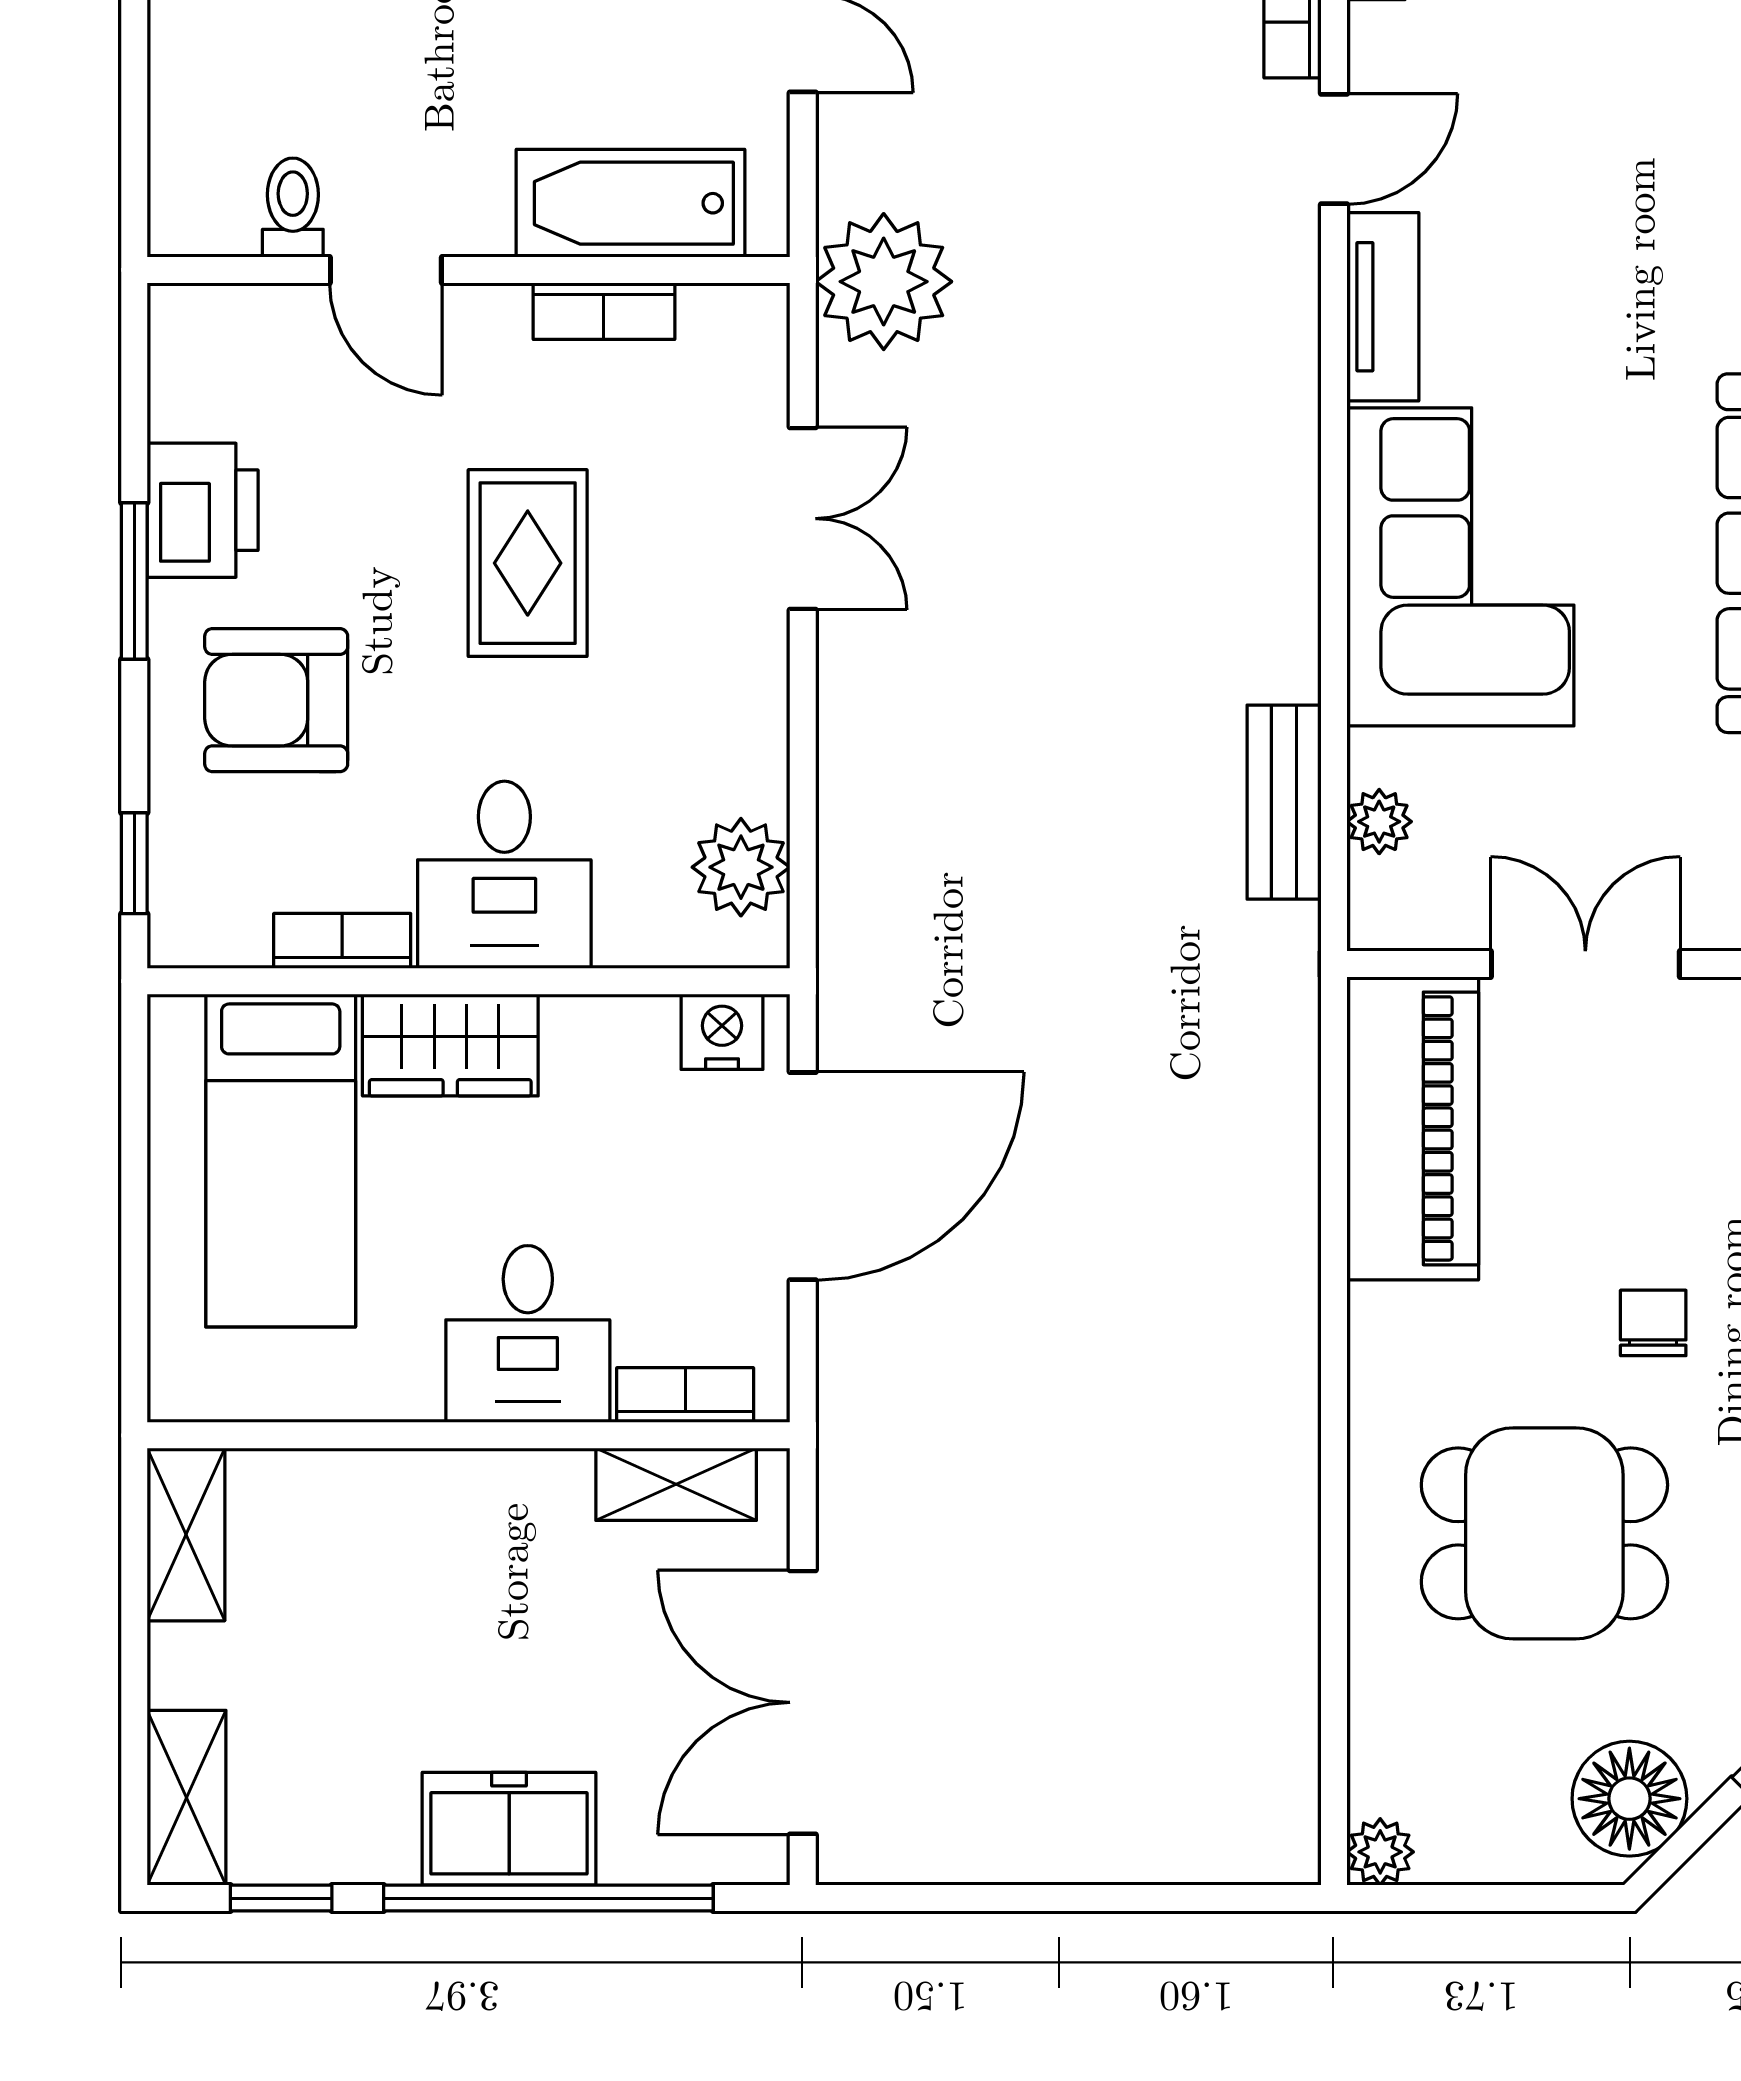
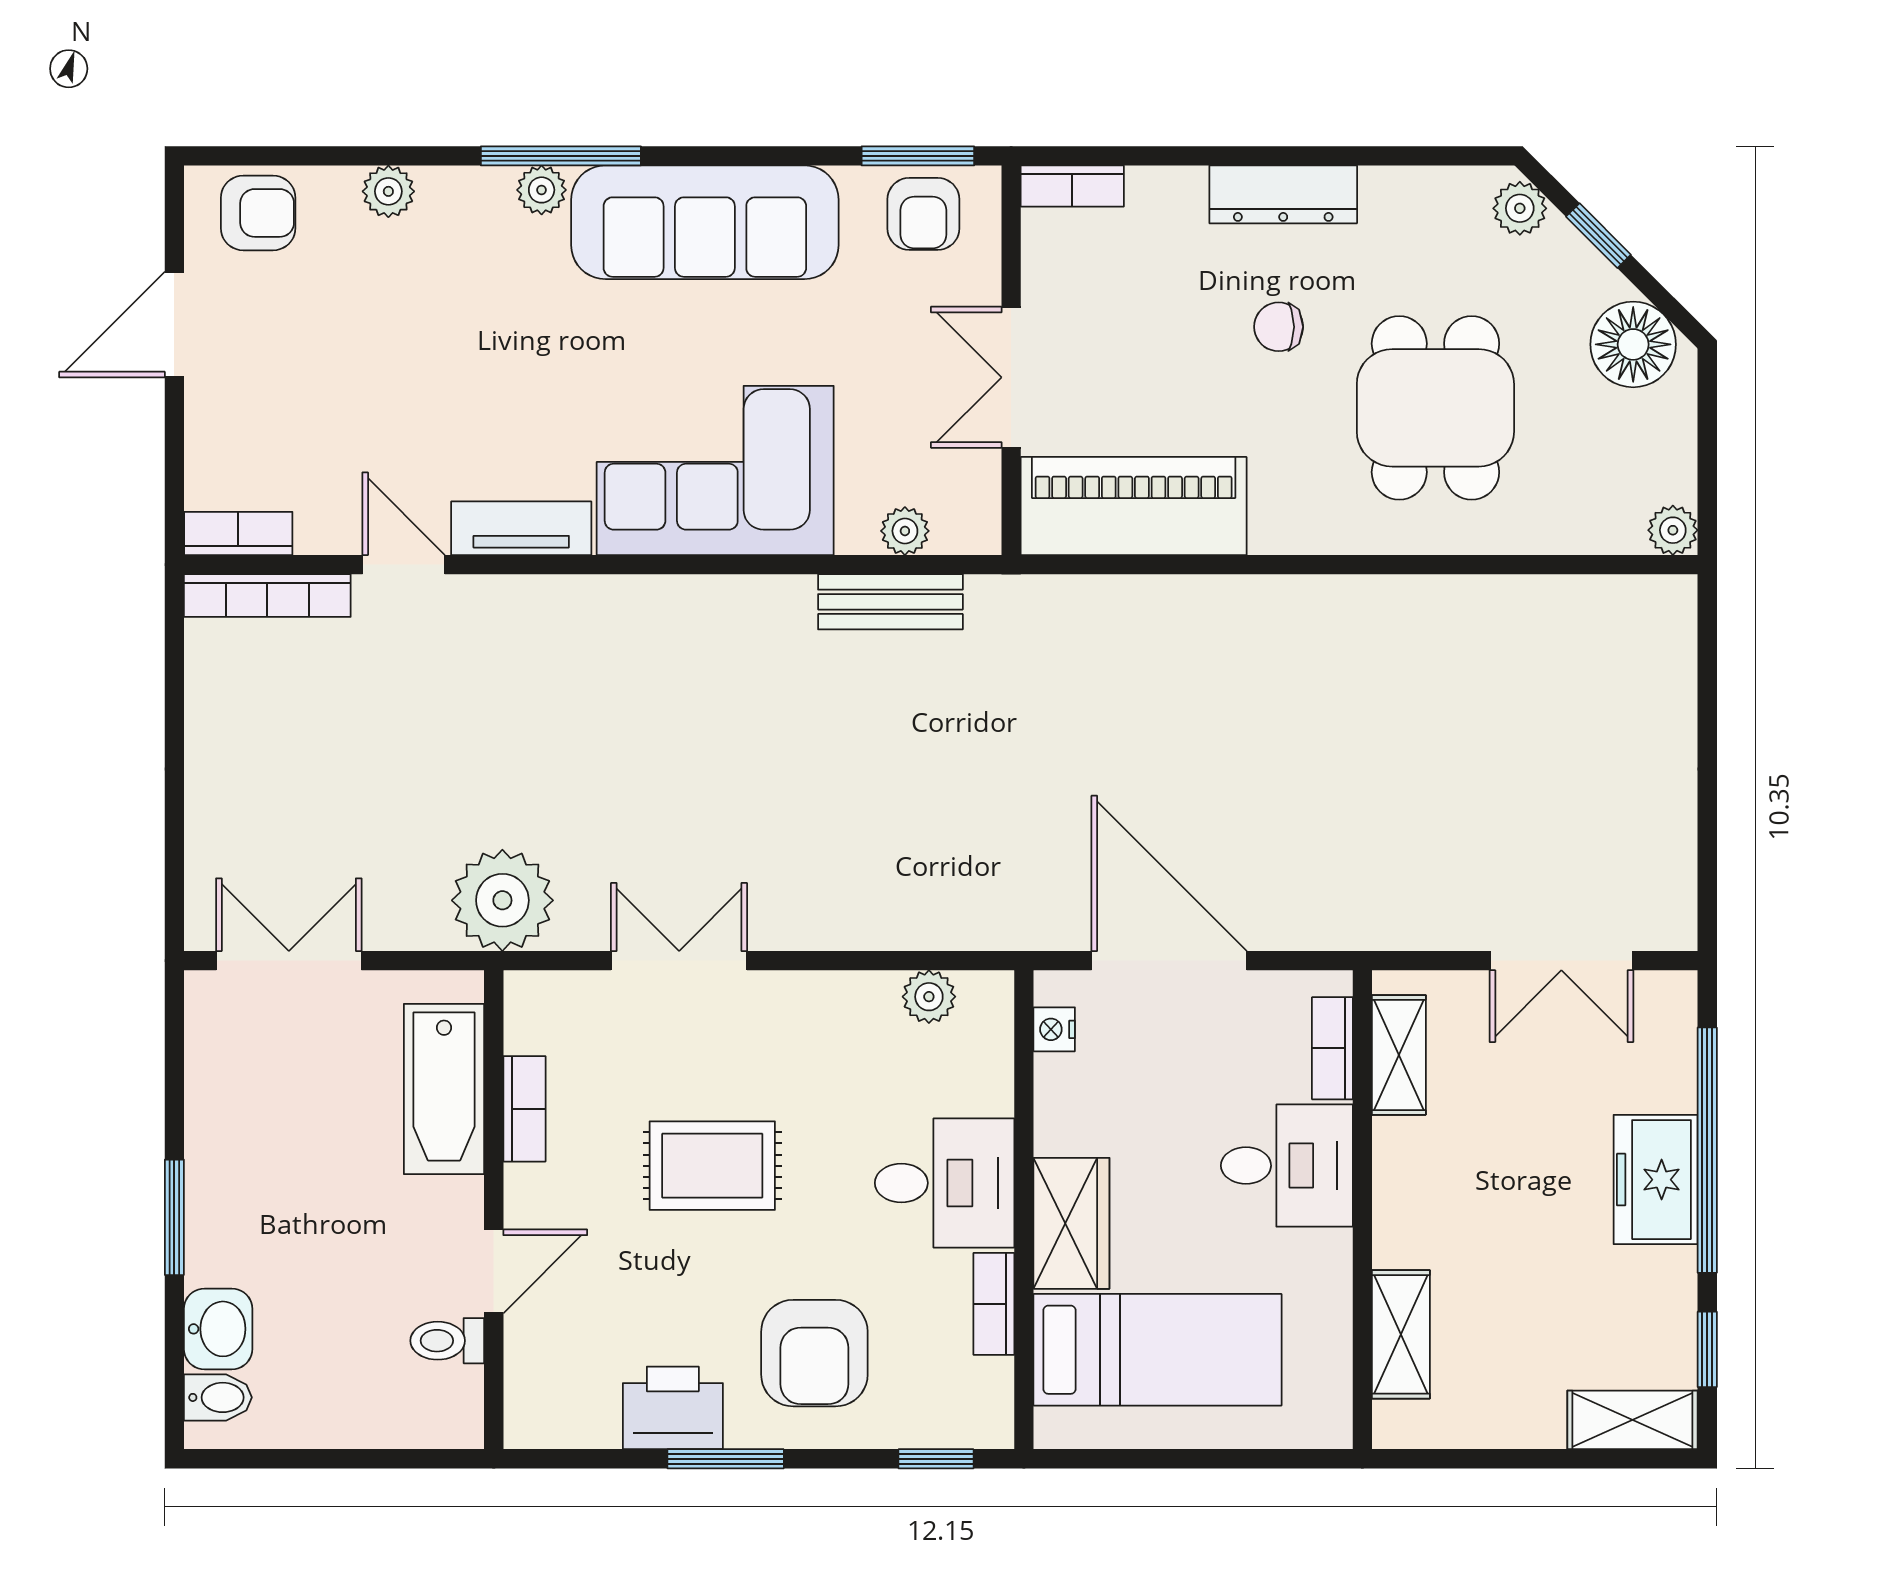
plant: (741, 867) -> (929, 997), width x0.73, depth x0.73
nightstand: (722, 1032) -> (1054, 1029), width x0.72, depth x0.74
shelving: (186, 1534) -> (1401, 1334), moved, turned 90
double door: (803, 1702) -> (1561, 961), width x0.73

